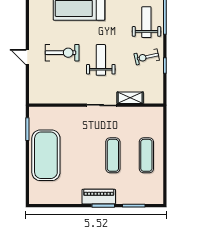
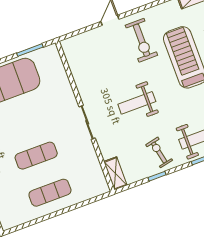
exercise bike: (62, 53) -> (141, 40), moved
weight bench: (101, 60) -> (137, 103), turned 180
shelving: (130, 98) -> (115, 173), moved

